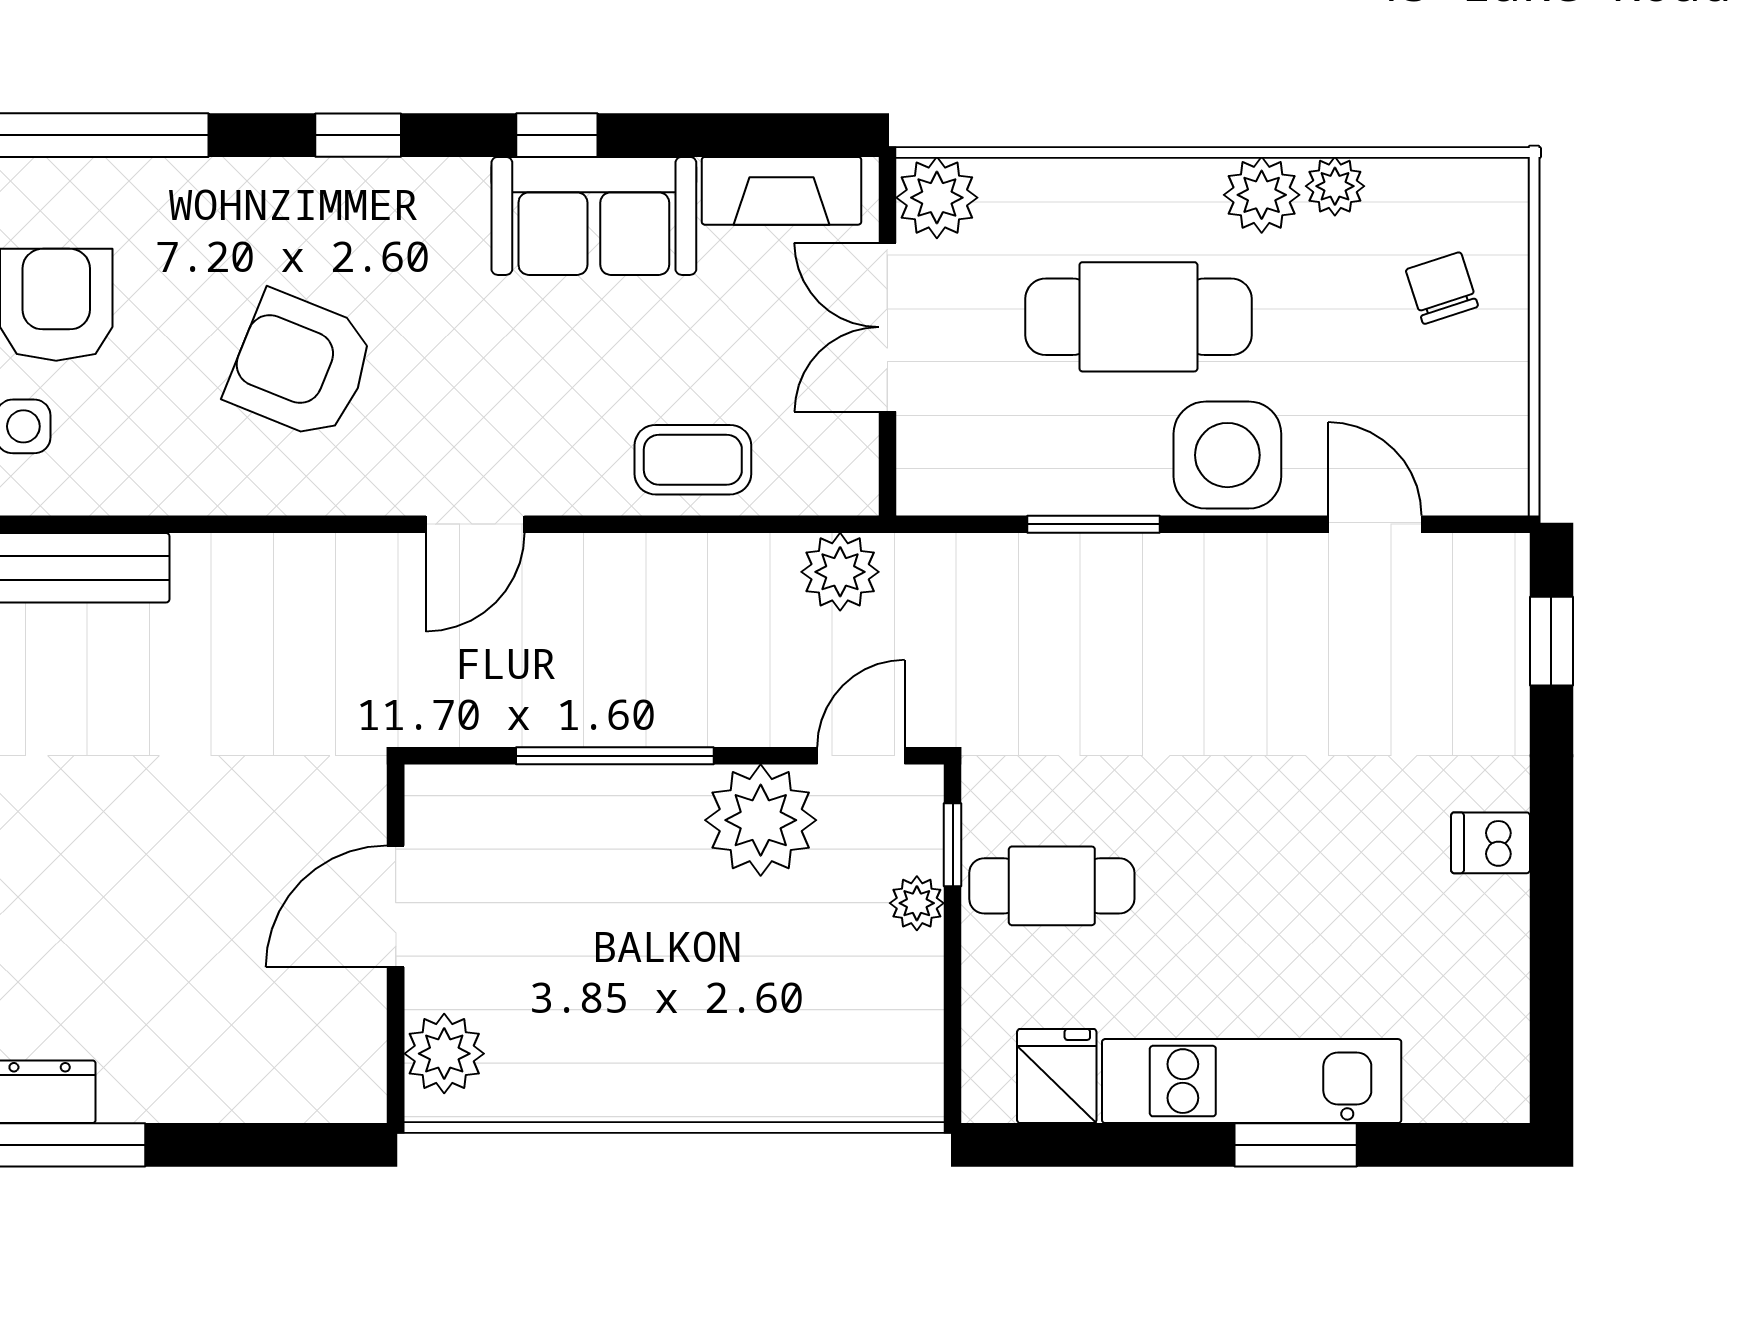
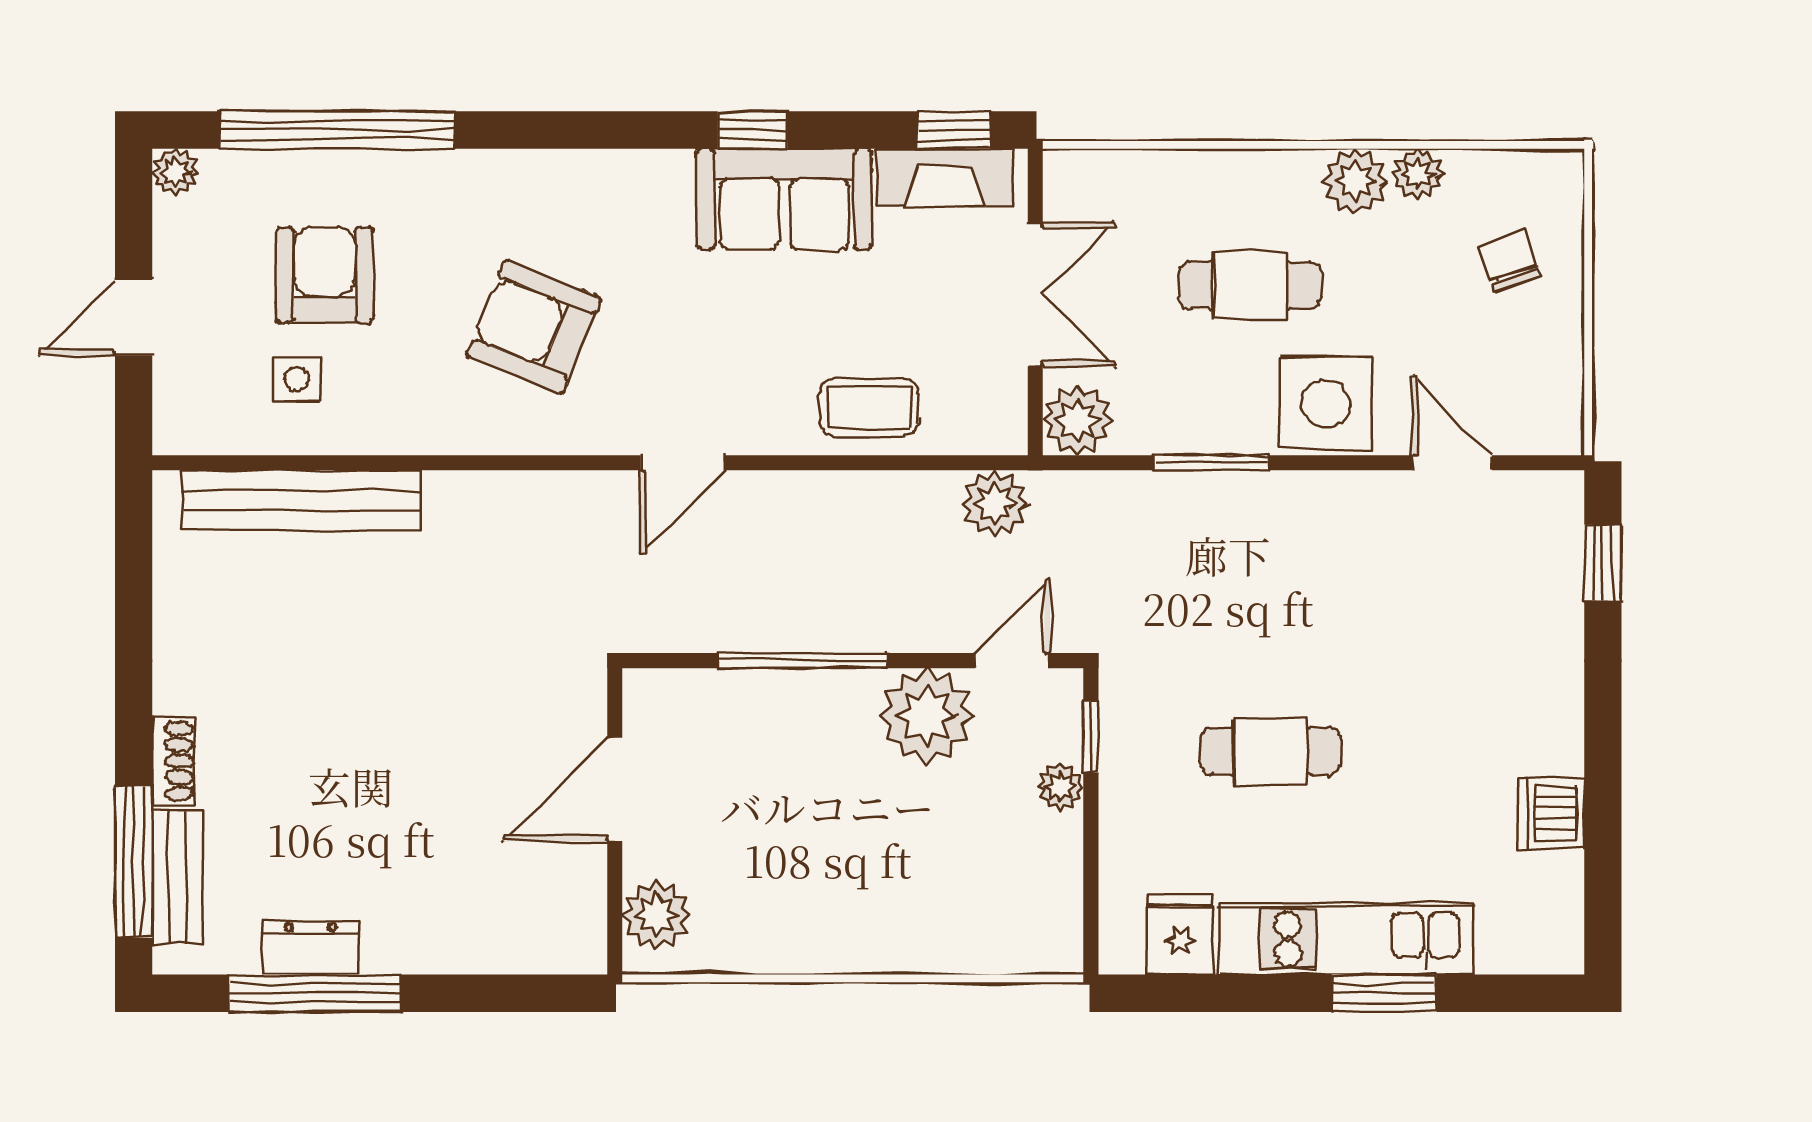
window: (358, 135) -> (954, 130), moved
plant: (937, 198) -> (1077, 420), moved
cafe table: (1138, 317) -> (1250, 285), width x0.73, depth x0.74
double door: (887, 327) -> (1035, 294), swing flipped
dishwasher: (1491, 843) -> (1551, 813), moved, width x1.38
cafe table: (1052, 886) -> (1270, 751), moved

